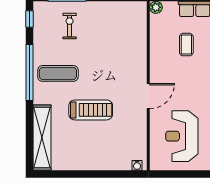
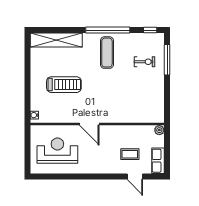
treadmill: (91, 110) -> (64, 85), moved, turned -90

